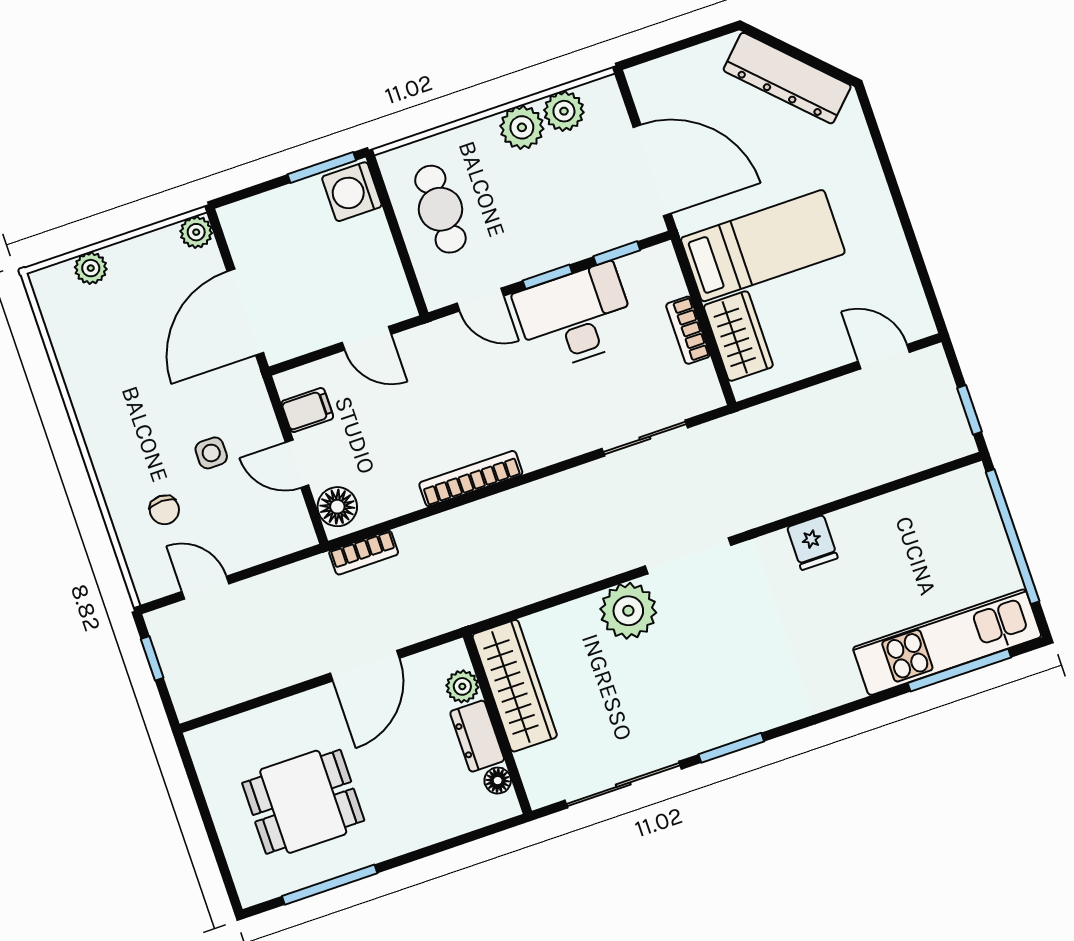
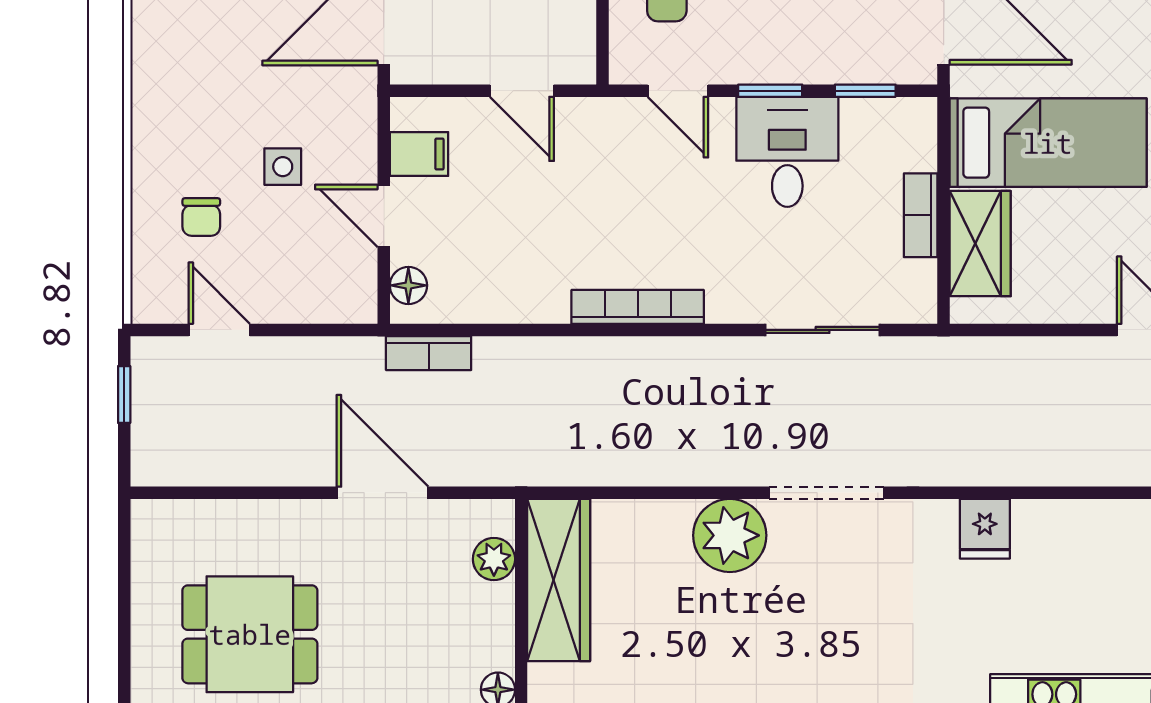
desk: (575, 317) -> (787, 152), width x0.73
bookcase: (471, 479) -> (638, 307), moved
floor lamp: (337, 507) -> (408, 285), width x0.73, depth x0.73
door: (365, 666) -> (382, 493), swing flipped
dresser: (477, 736) -> (491, 626), removed

